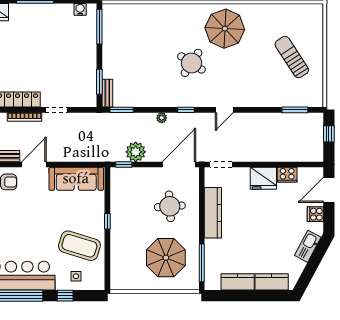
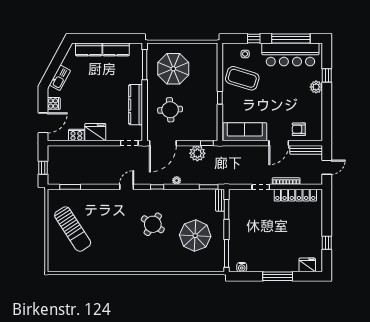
parasol: (225, 29) -> (195, 236), moved
sun lounger: (292, 57) -> (73, 229), width x1.36, depth x1.34

